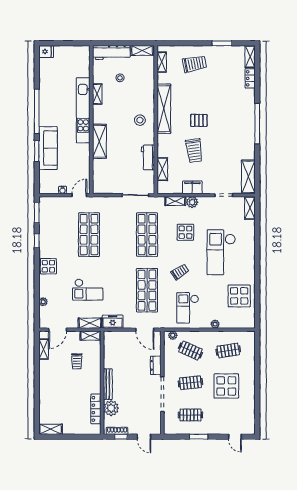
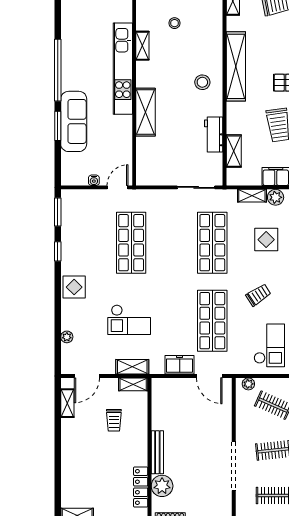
checkout: (188, 308) -> (269, 345), turned 180
freezer: (113, 322) -> (180, 365), moved
dresser: (156, 365) -> (225, 426), removed

